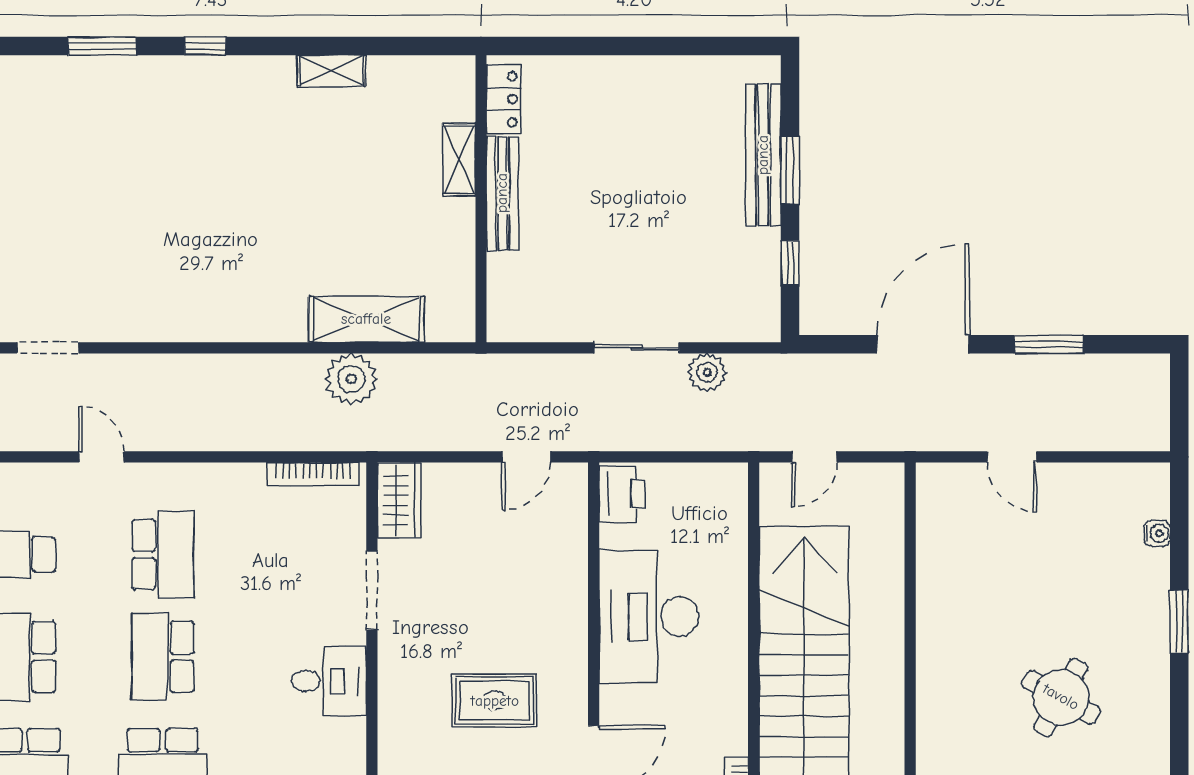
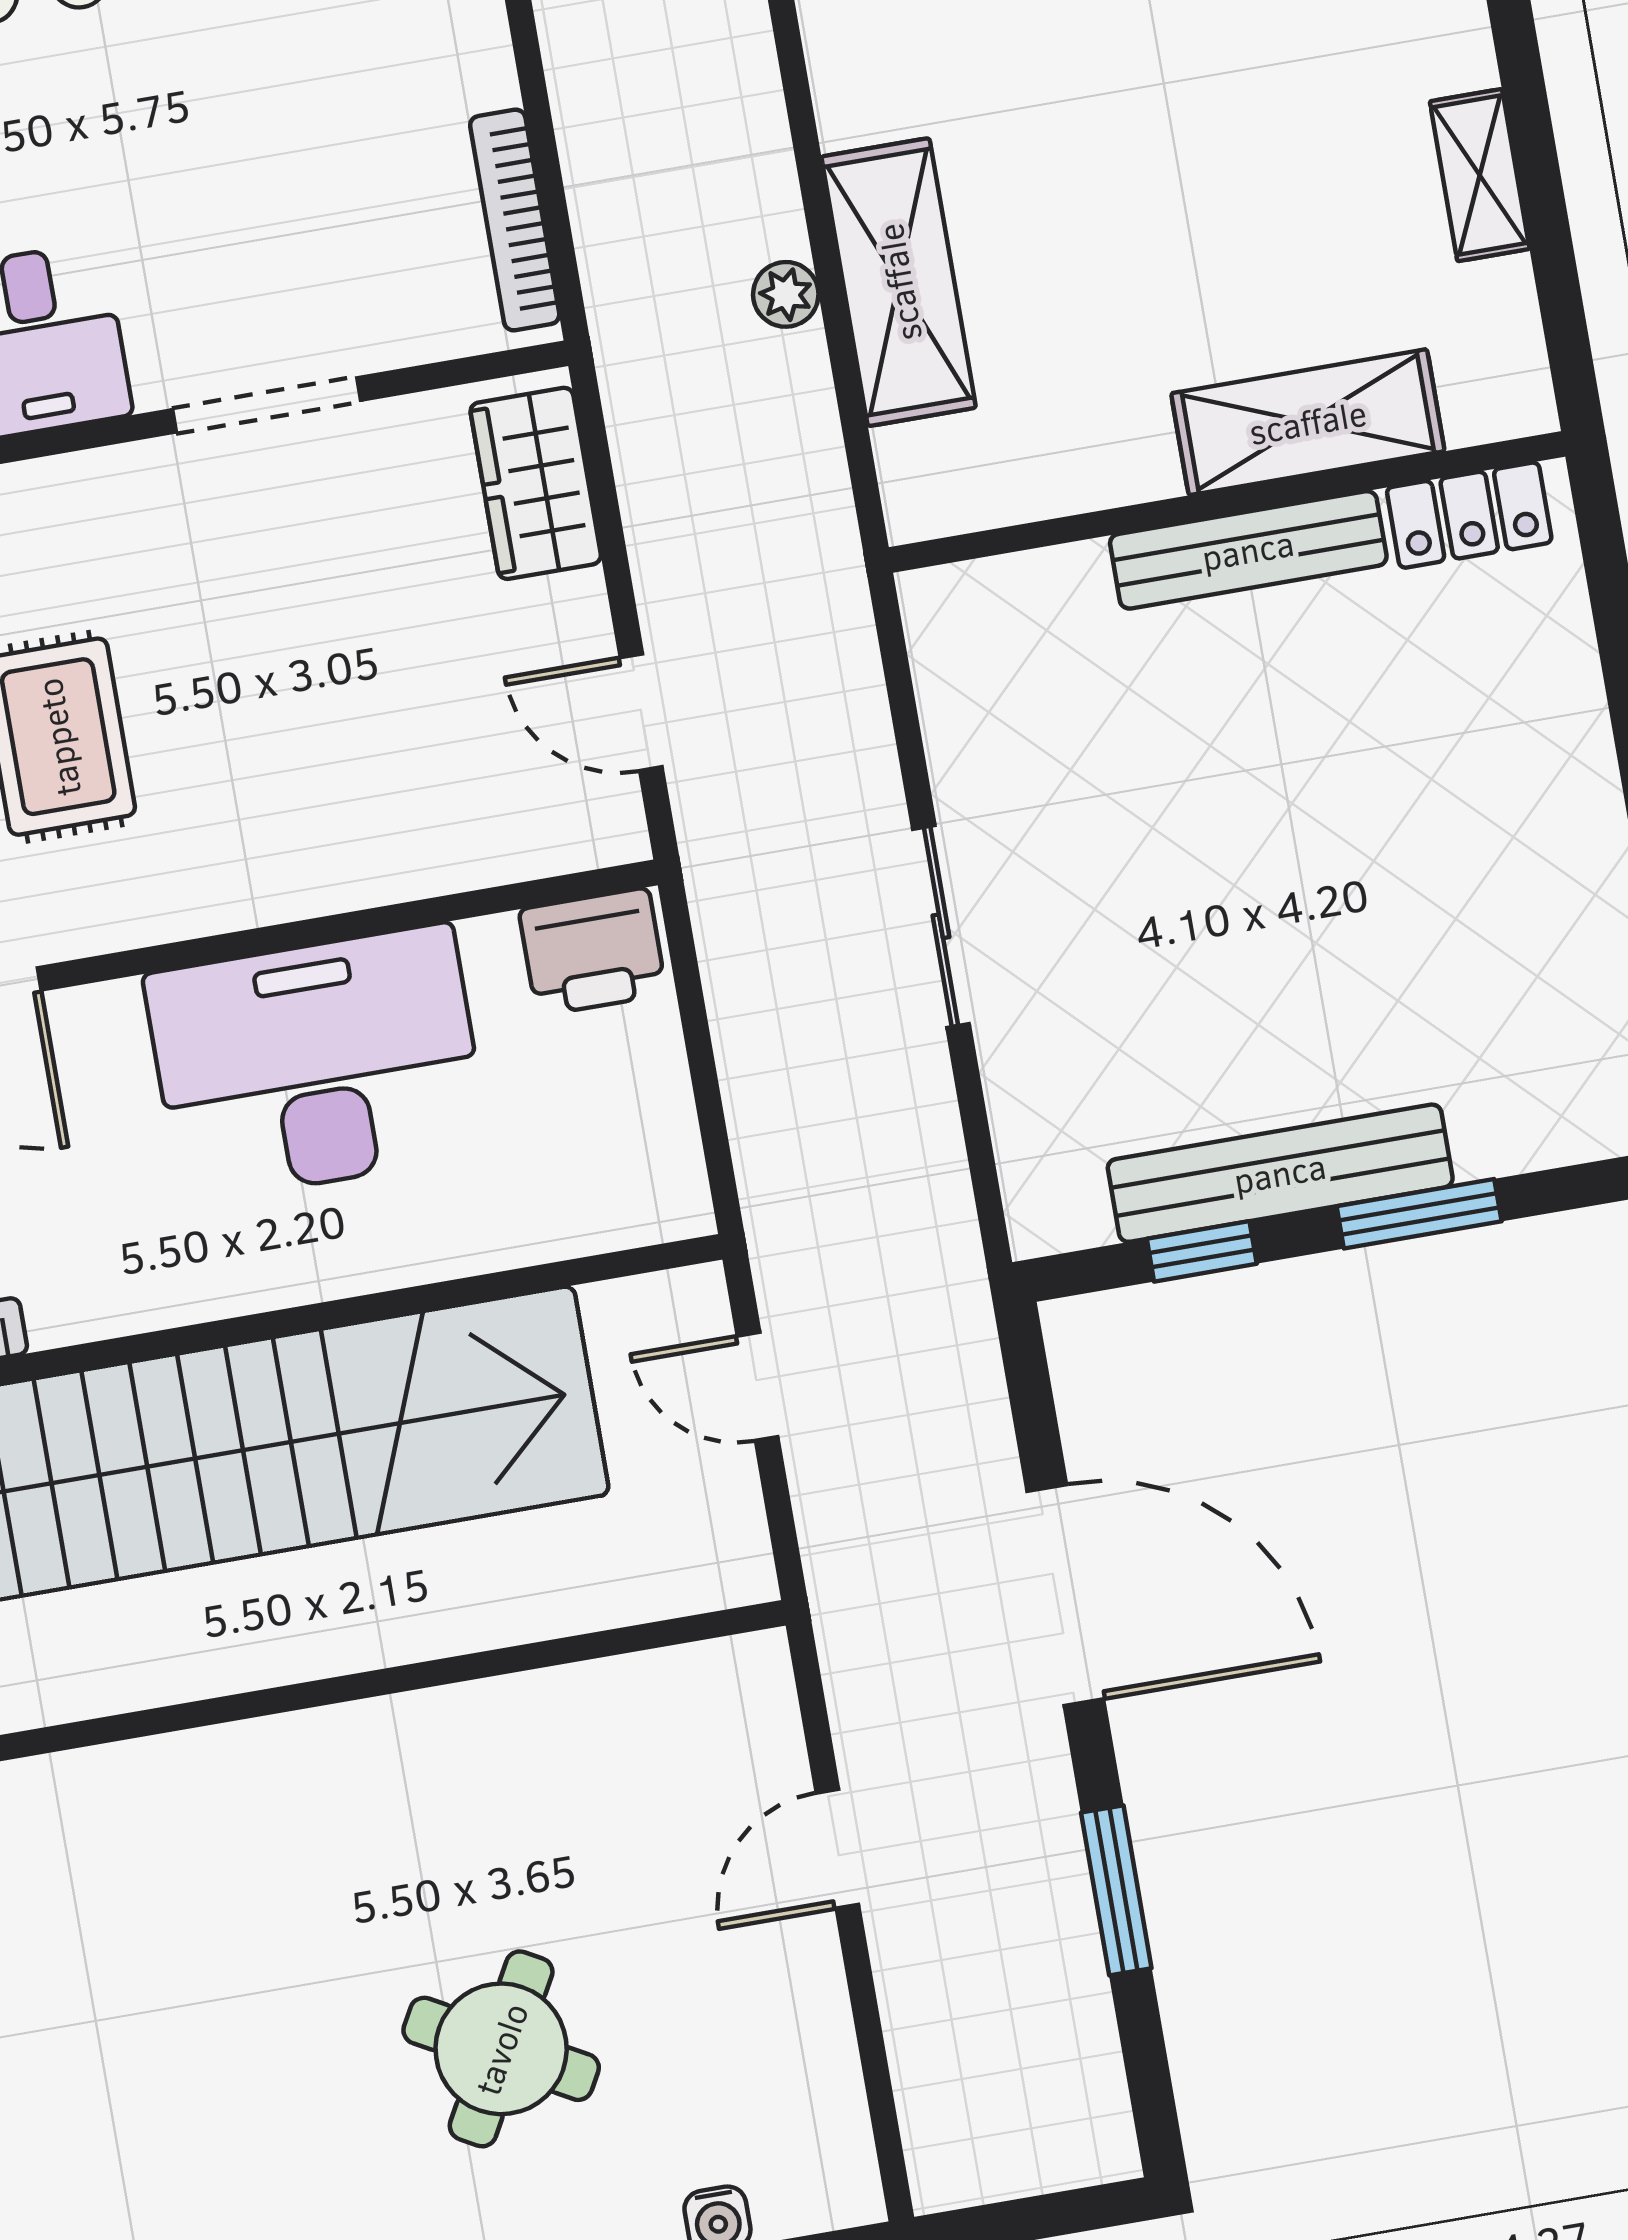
shelving: (331, 71) -> (1480, 175), moved
bench: (763, 155) -> (1280, 1173), moved
shelving: (459, 160) -> (1308, 422), width x1.50, depth x1.33
plant: (707, 372) -> (912, 1101), removed
plant: (351, 379) -> (786, 294), width x0.53, depth x0.53
wardrobe: (399, 500) -> (536, 483), moved, turned 90
round table: (1061, 697) -> (501, 2049), moved

